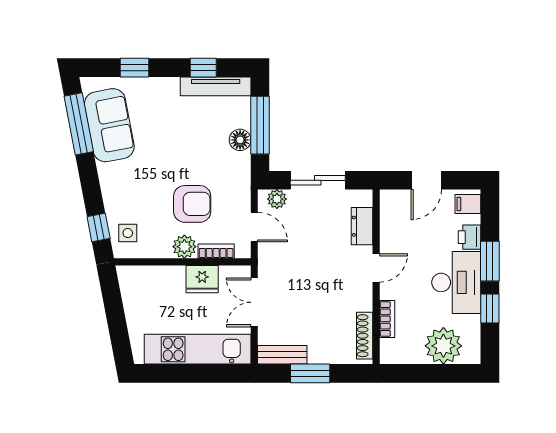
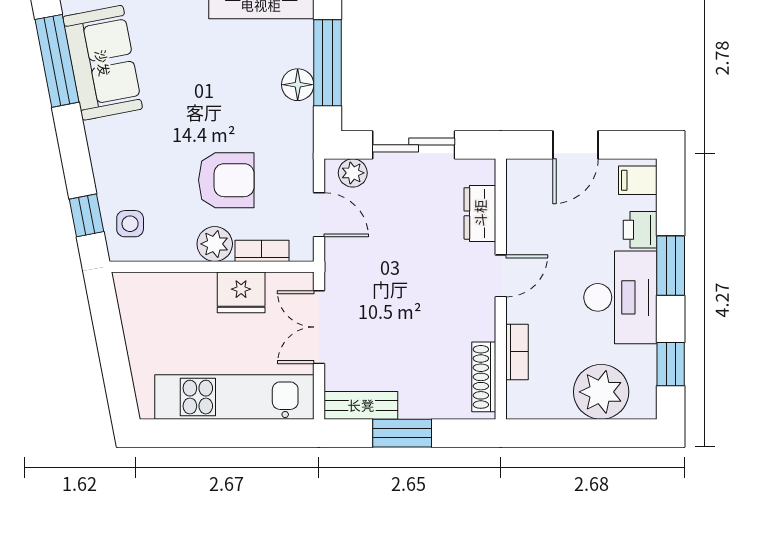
window: (490, 308) -> (671, 364), moved

